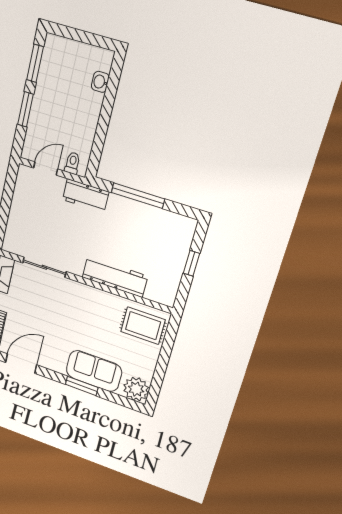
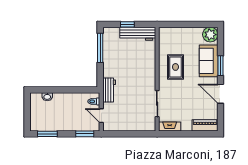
window: (25, 109) -> (85, 134), moved
window: (138, 196) -> (100, 48), moved
workbench: (115, 277) -> (138, 34), moved, turned -90
rug: (143, 326) -> (175, 67), moved
door: (21, 364) -> (220, 94), moved

